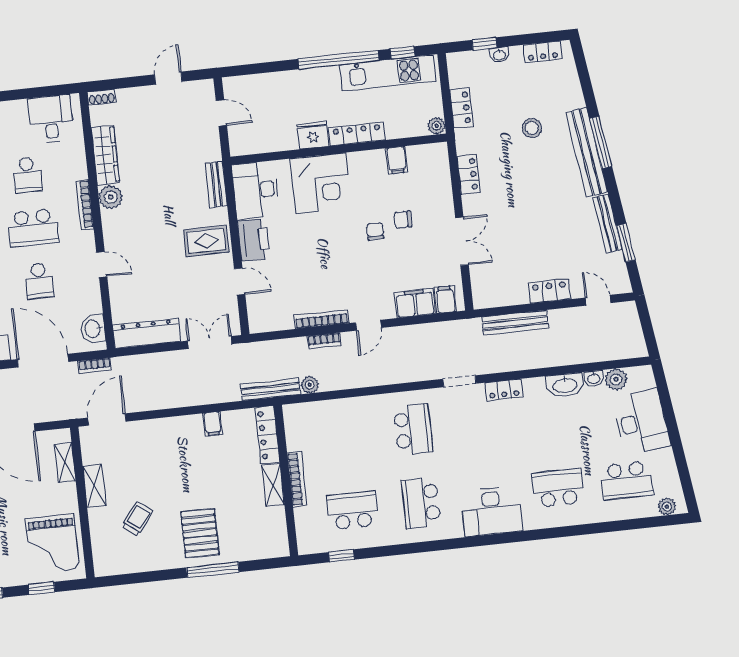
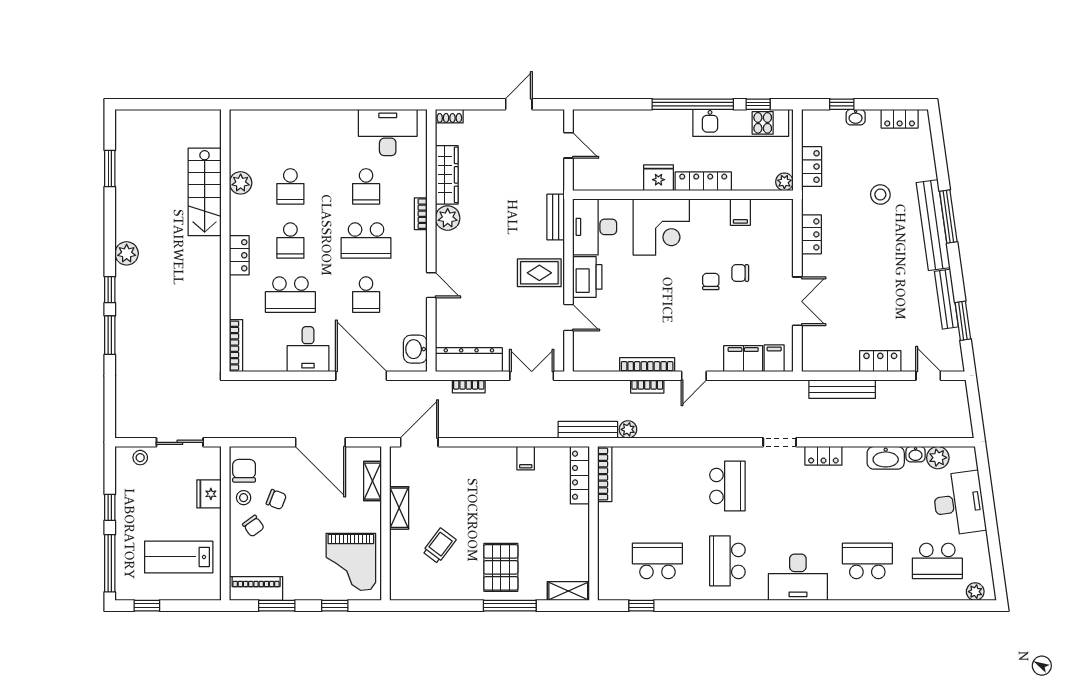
desk: (51, 119) -> (388, 133), width x1.37
bookcase: (85, 204) -> (421, 214), width x0.64
bookcase: (95, 366) -> (469, 386), moved
bookcase: (297, 479) -> (605, 474), moved
shelving: (273, 485) -> (568, 591), moved, turned 90

